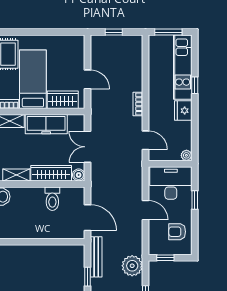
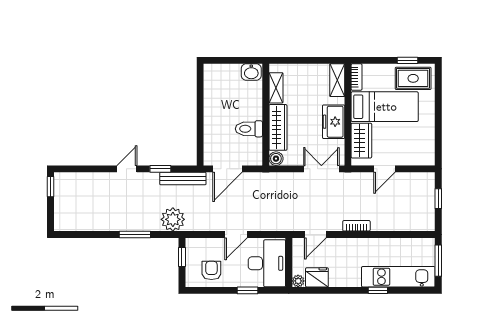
fridge: (183, 111) -> (317, 277), moved
freezer: (46, 124) -> (334, 122), width x0.71
double door: (88, 147) -> (321, 169), moved

